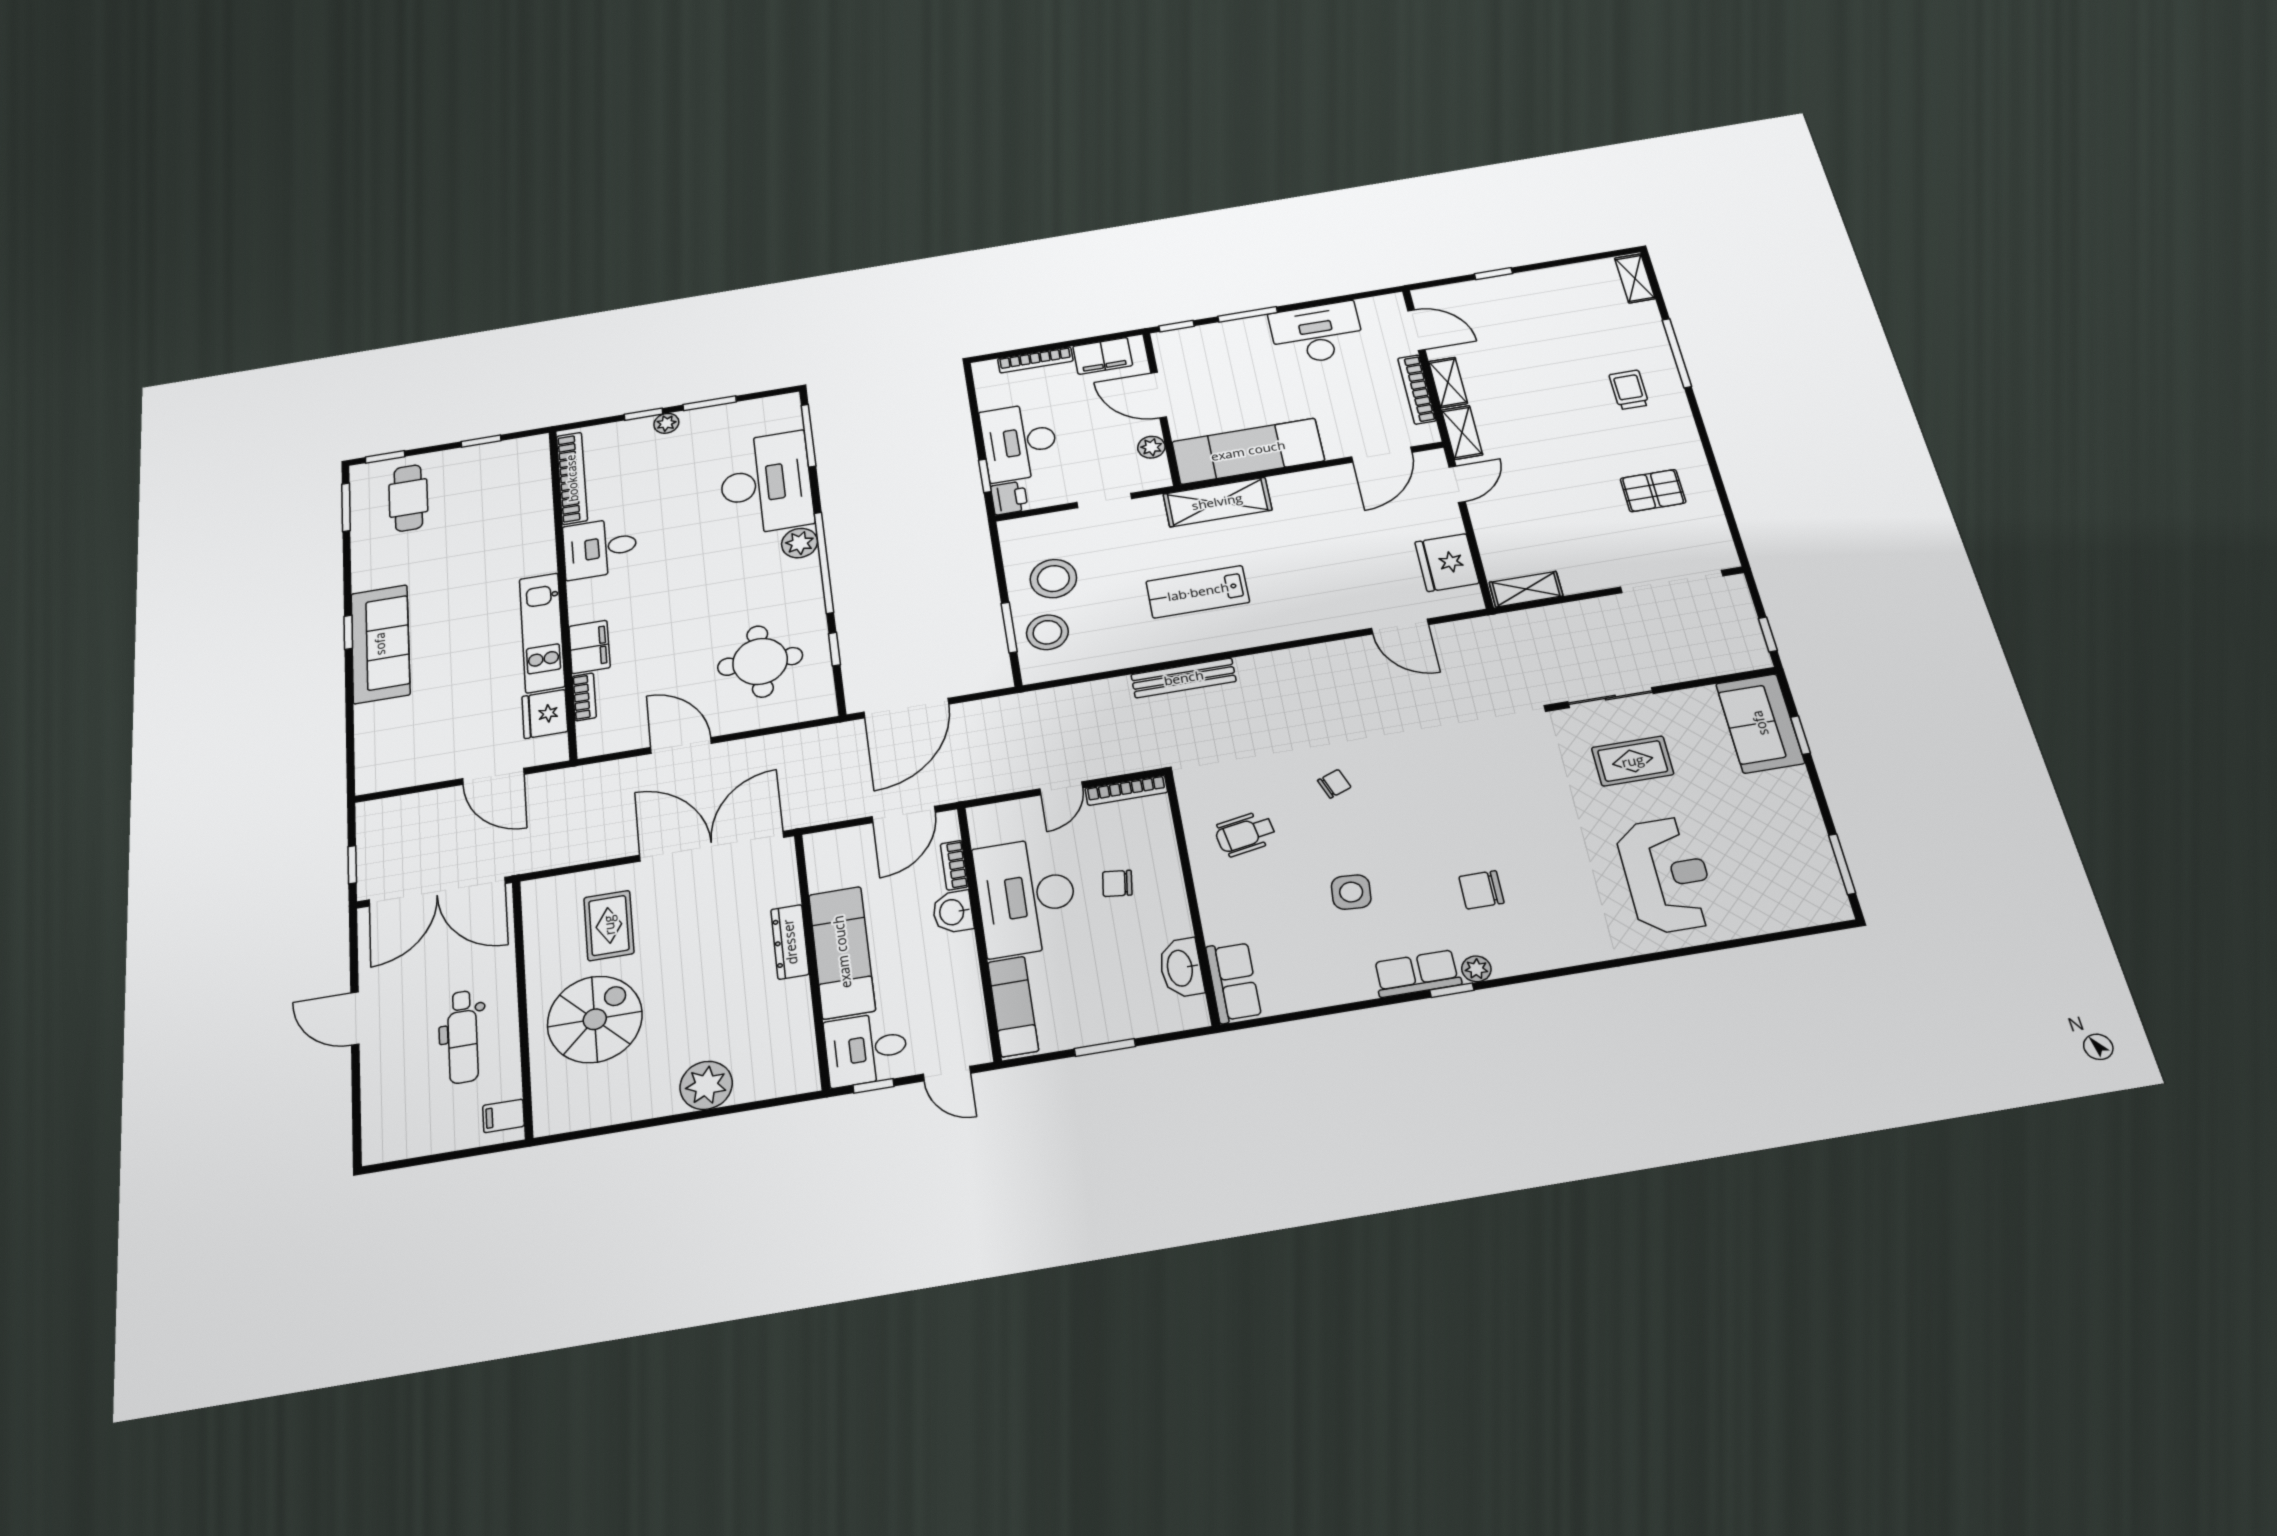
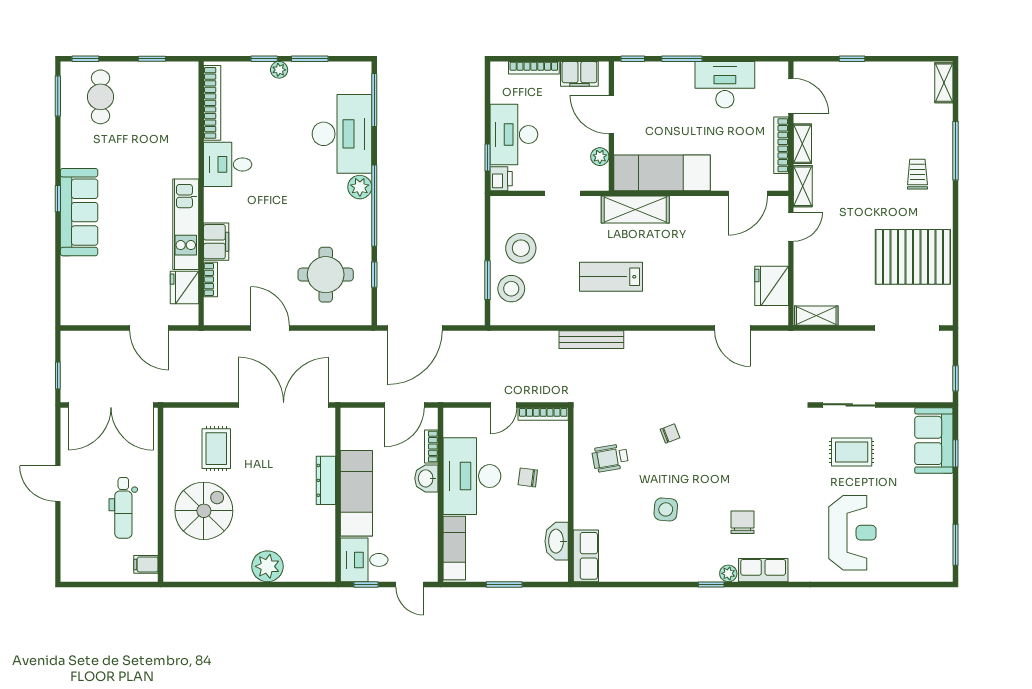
pallet: (1653, 491) -> (913, 257), width x2.05, depth x2.00
chair: (1481, 890) -> (742, 522), turned 90
row of seats: (1417, 974) -> (763, 570), moved

